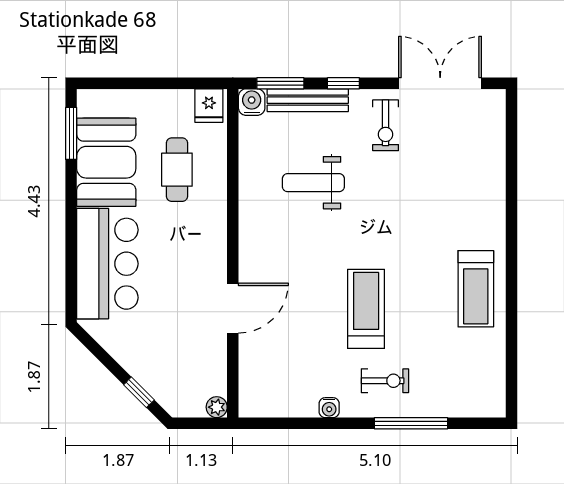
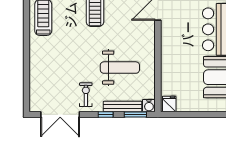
cafe table: (177, 170) -> (184, 74), removed
weight bench: (313, 183) -> (120, 68), width x1.36, depth x1.33

